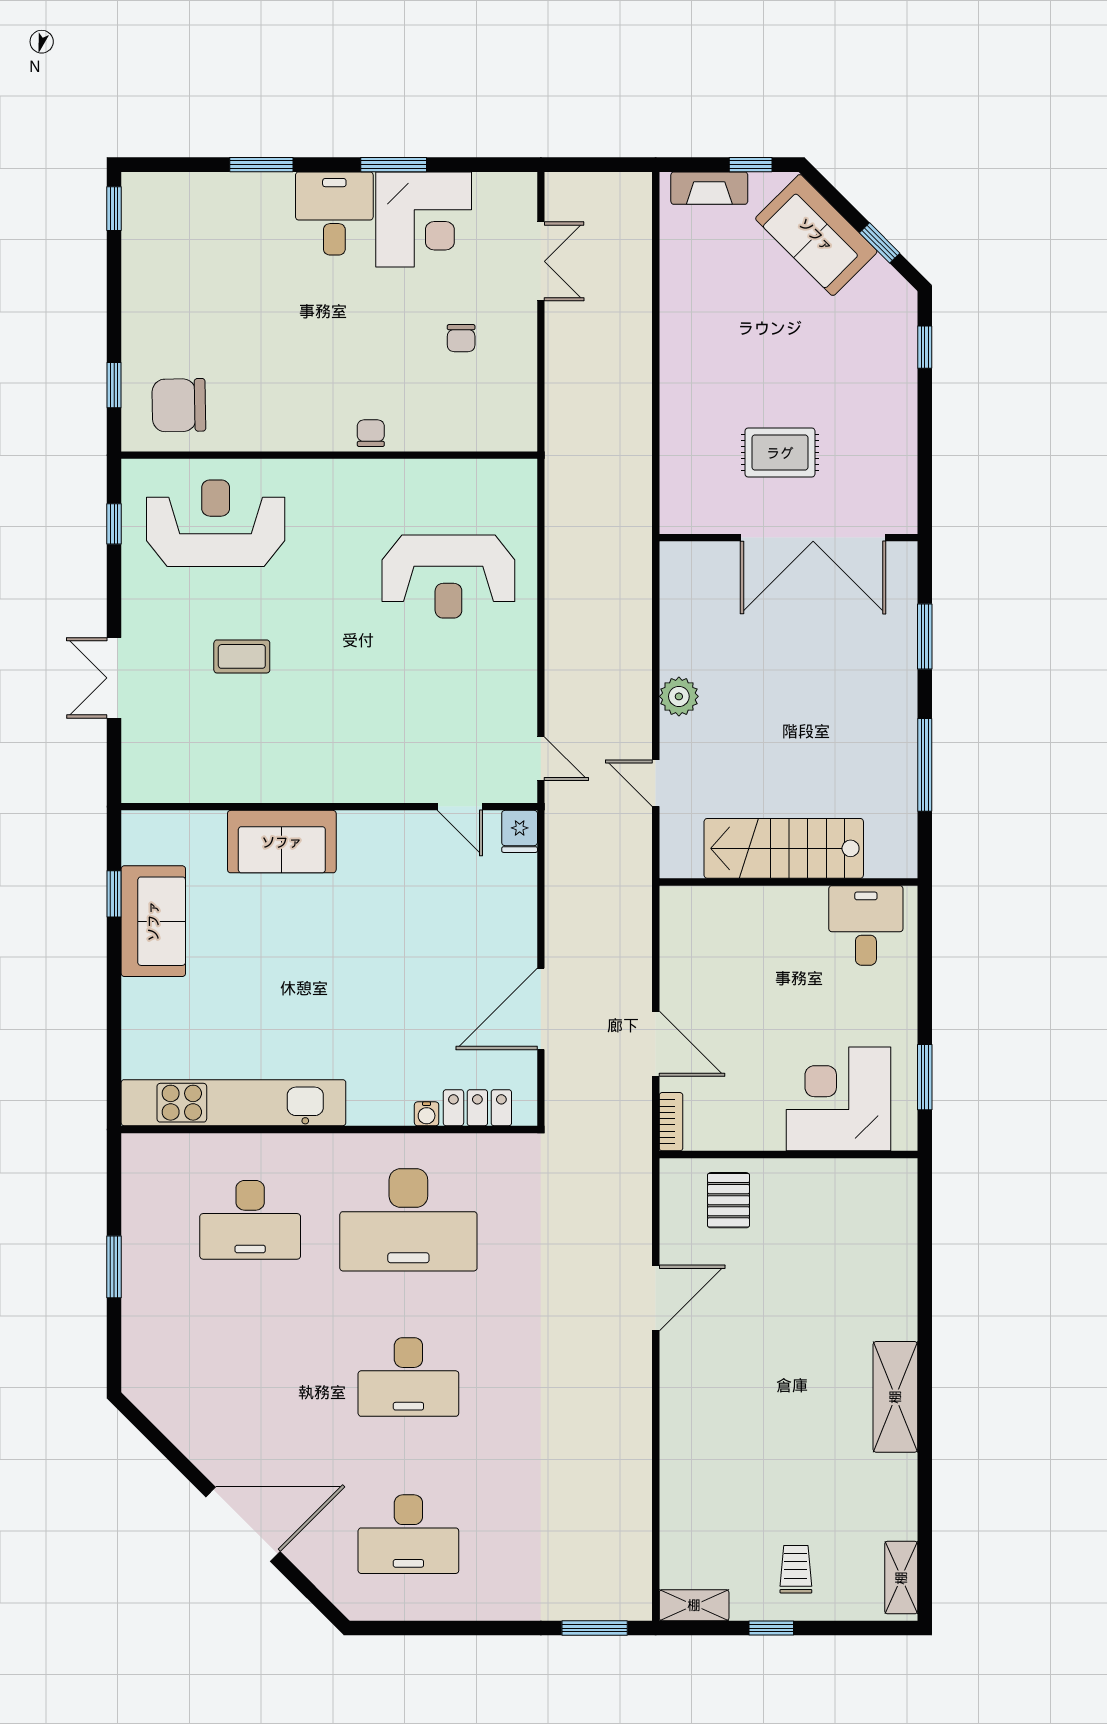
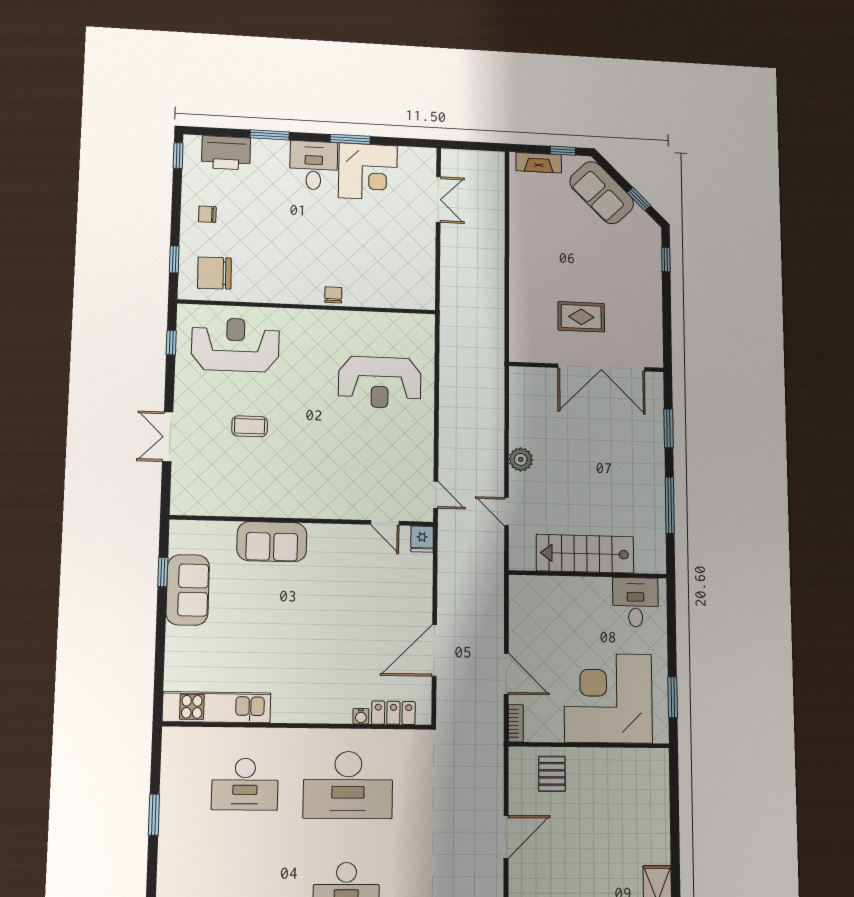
printer: (191, 200) -> (226, 153), added
chair: (461, 338) -> (207, 214), moved, turned 90
corner desk: (838, 1099) -> (608, 698), width x1.36, depth x1.36
kitchen unit: (233, 1103) -> (217, 707), width x0.73

